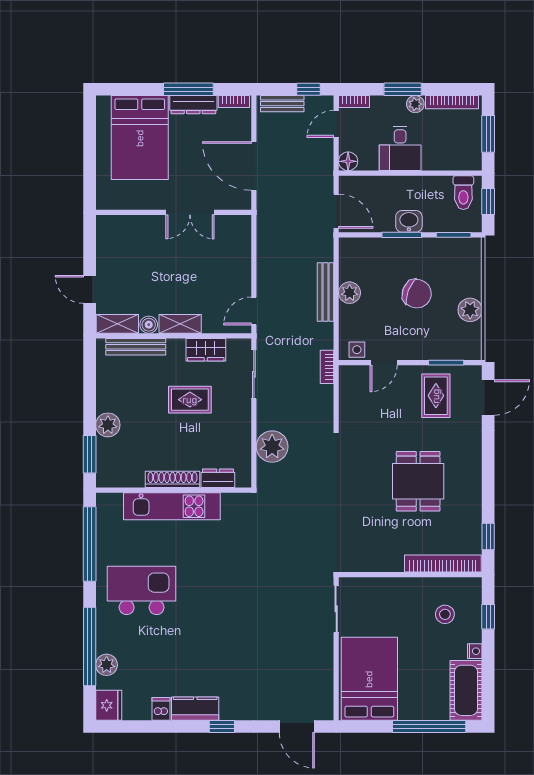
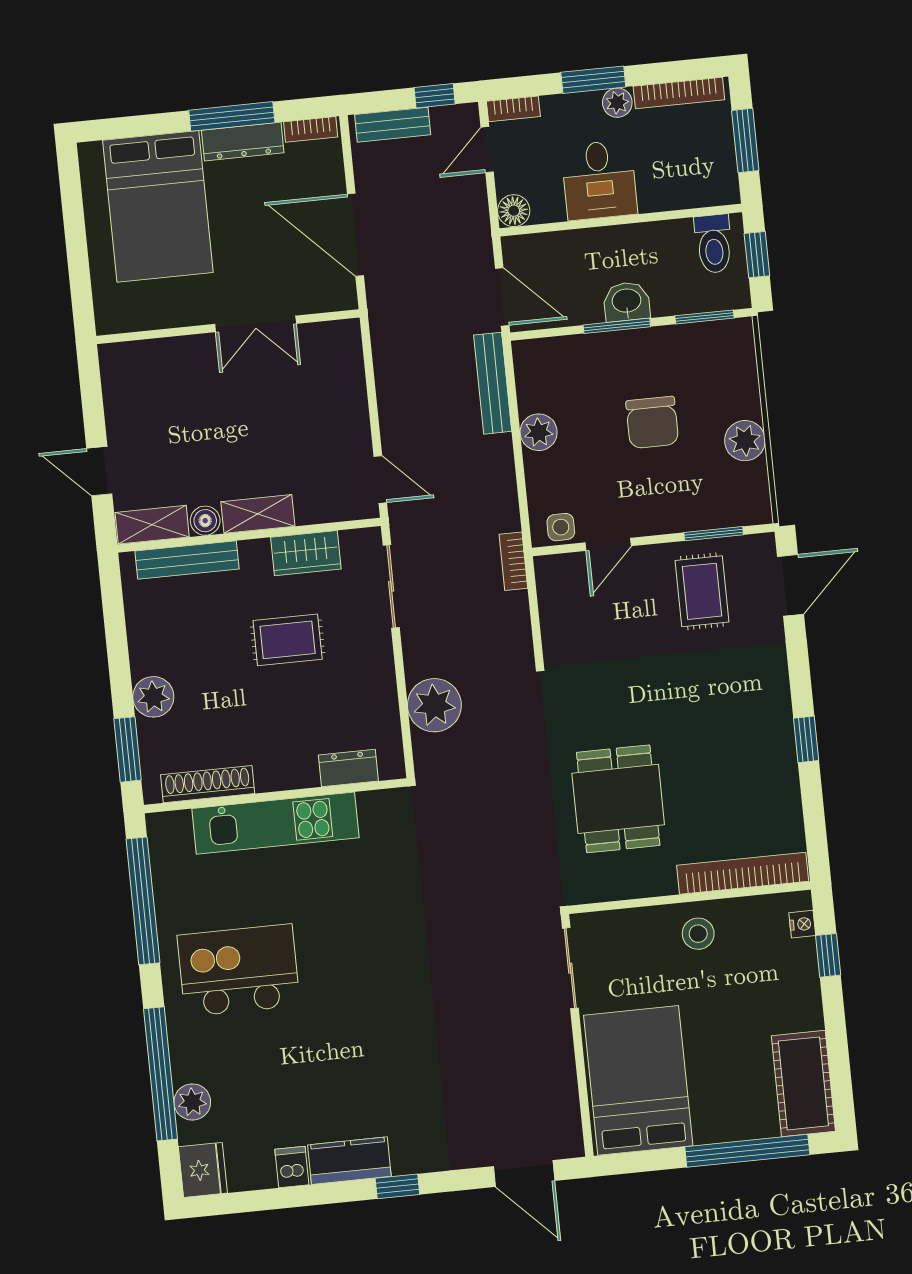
bench: (325, 292) -> (493, 383), moved
chair: (417, 294) -> (652, 422), turned 69
door: (254, 311) -> (380, 480), swing flipped
shoe rack: (172, 479) -> (208, 784), moved
dining table: (418, 481) -> (618, 799), moved
window: (488, 536) -> (806, 739), moved
stool: (445, 614) -> (698, 934), moved
nightstand: (475, 651) -> (802, 924), moved

